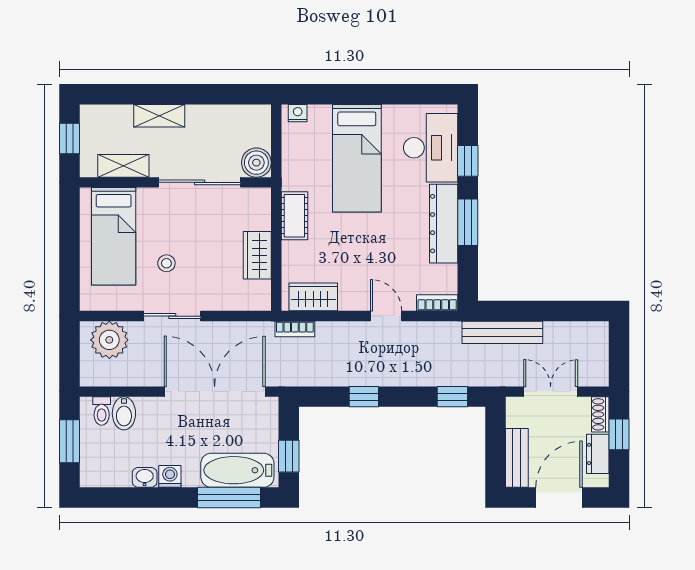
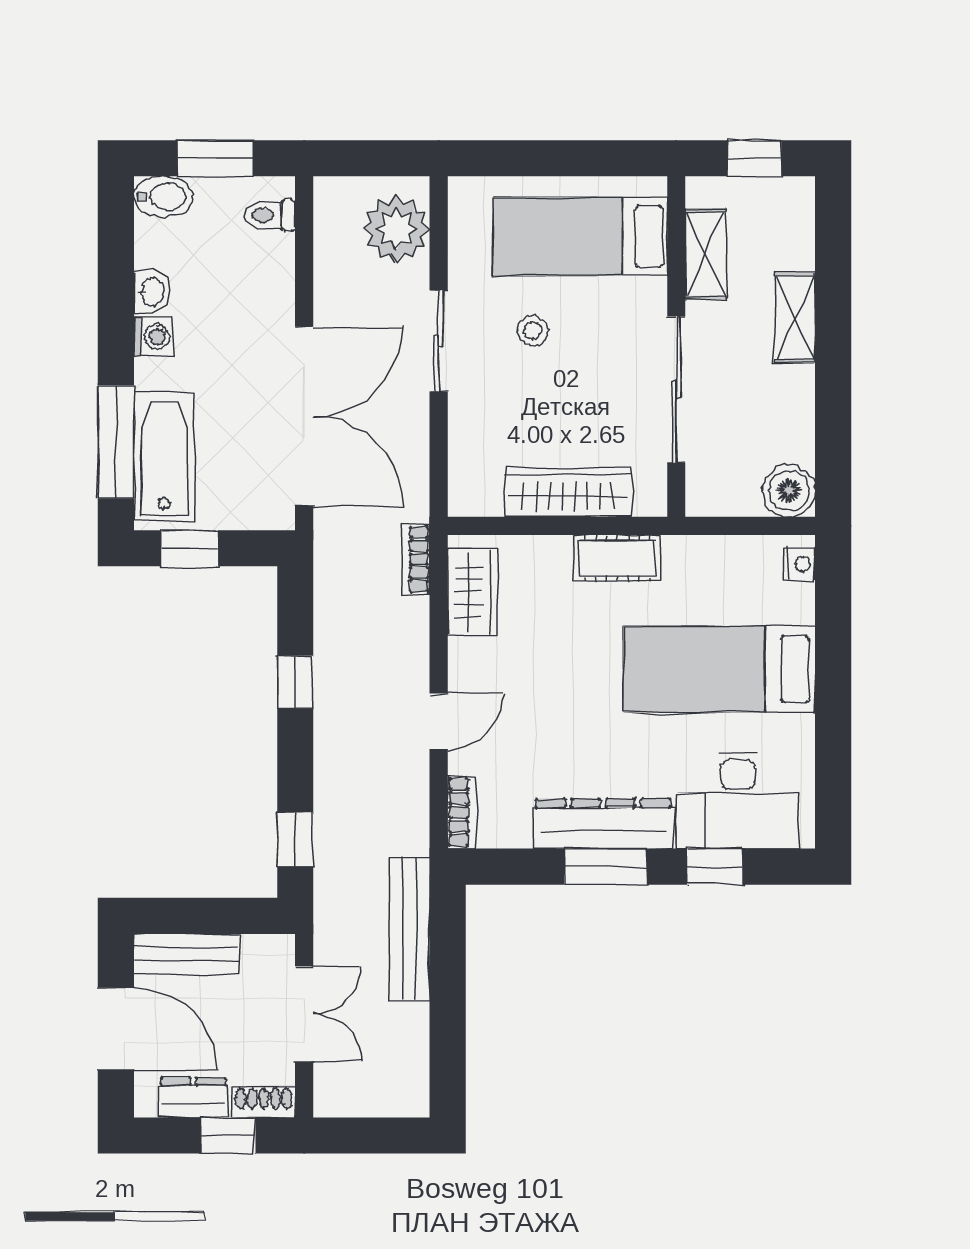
boiler: (256, 163) -> (789, 491), moved
wardrobe: (257, 255) -> (568, 492), width x1.50
bidet: (124, 413) -> (163, 197), moved, turned 180

